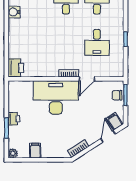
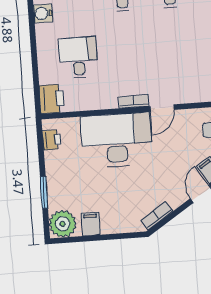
desk: (97, 42) -> (78, 58), moved, turned 180
printer: (14, 119) -> (52, 140), moved
plant: (13, 153) -> (63, 224), width x1.88, depth x1.88

